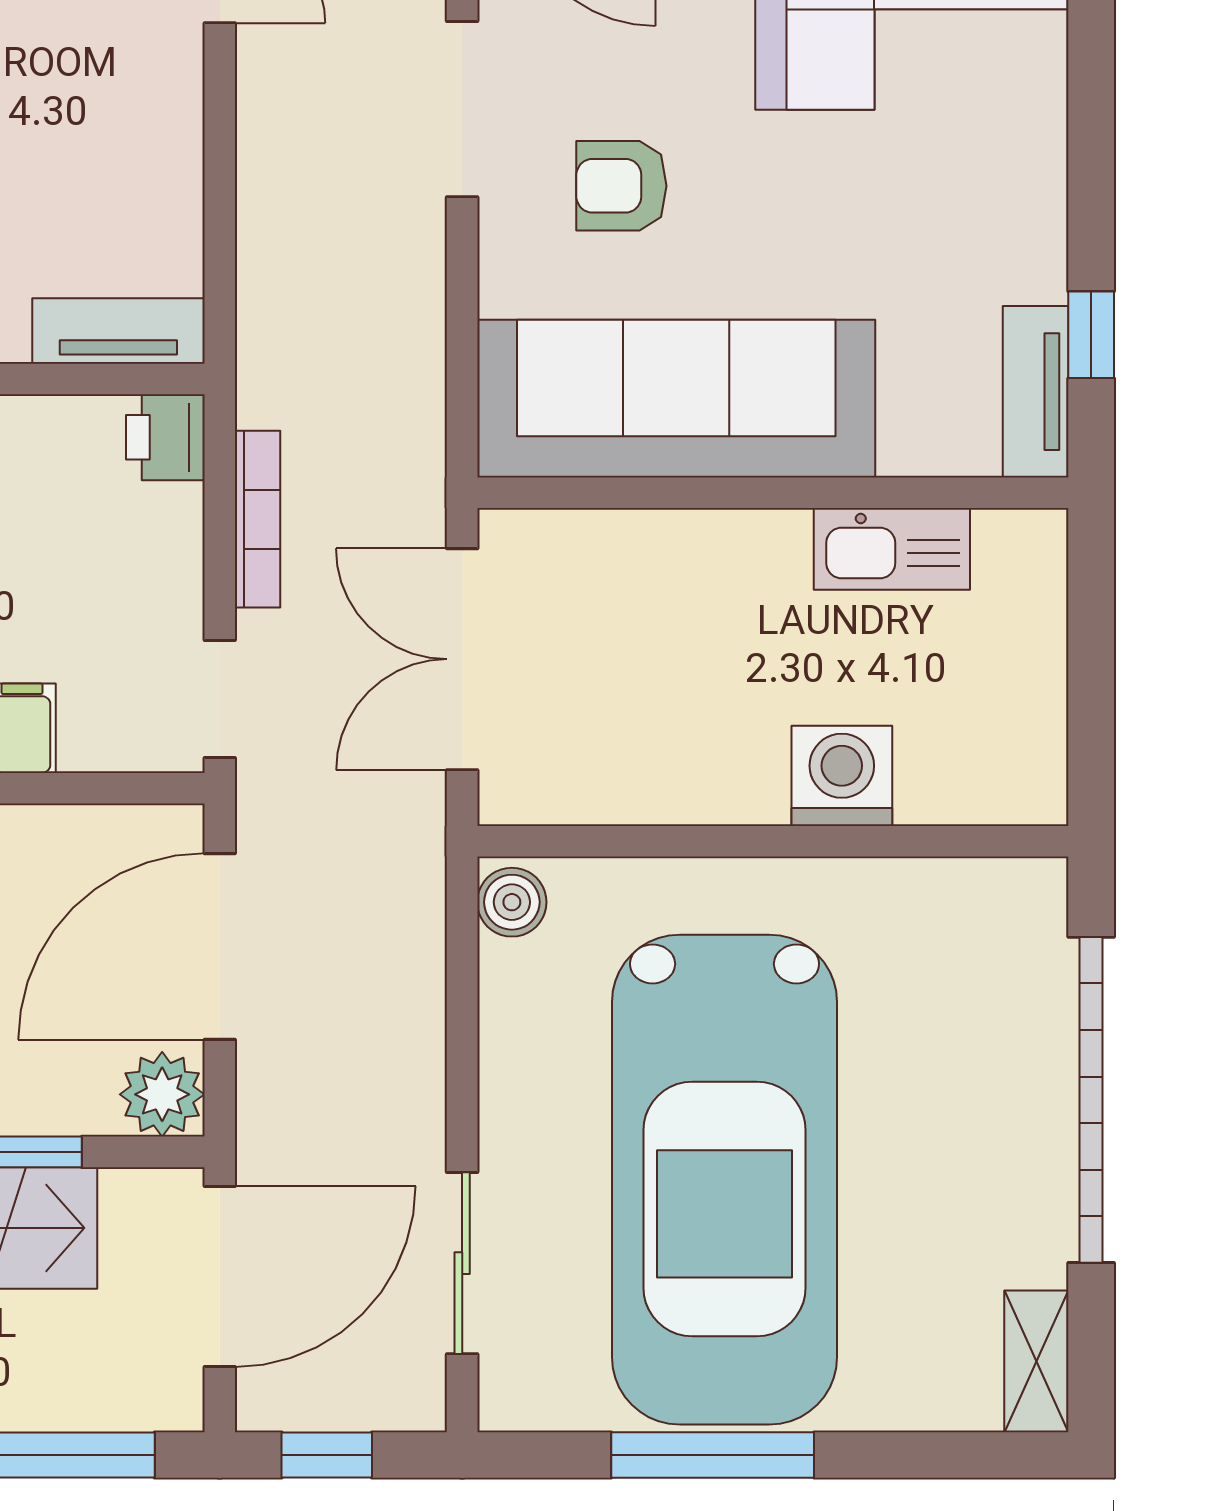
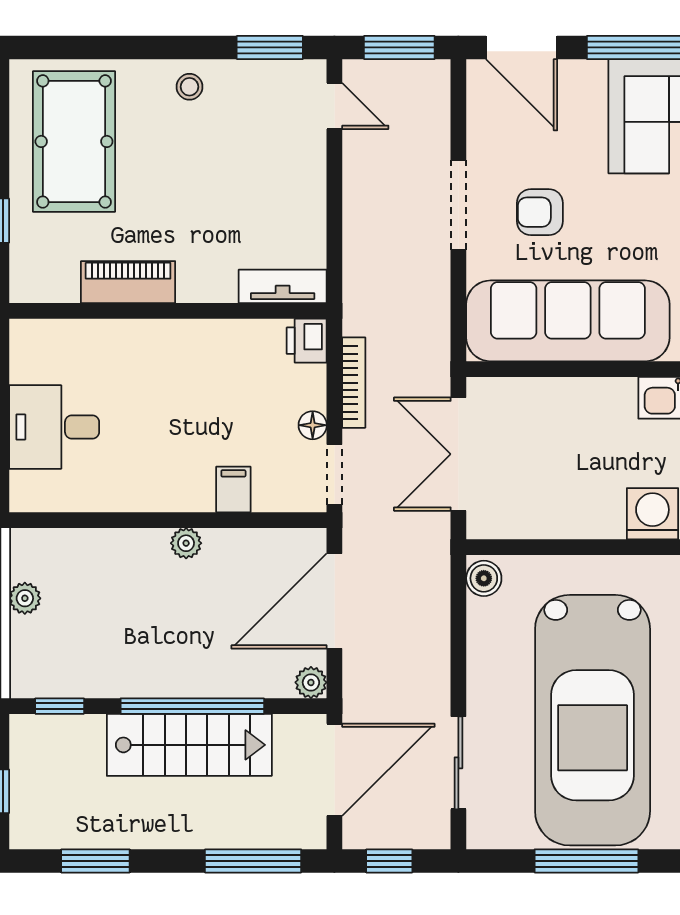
doorway: (462, 109) -> (458, 205), moved
floor lamp: (177, 603) -> (313, 425), added
plant: (162, 1094) -> (311, 682), width x0.73, depth x0.73

